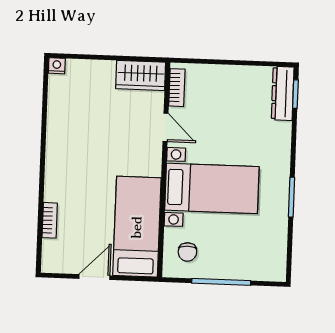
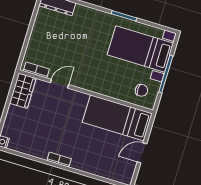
bed with nightstands: (212, 188) -> (140, 49), moved, turned -90
bookcase: (50, 220) -> (59, 160), moved
door: (94, 277) -> (142, 153), hinge flipped

